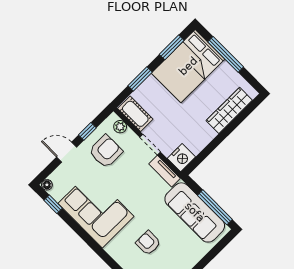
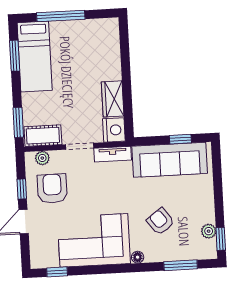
bed: (188, 66) -> (35, 57), width x0.67
window: (140, 79) -> (18, 122), moved
wardrobe: (229, 110) -> (113, 99), moved, width x0.67
floor lamp: (47, 185) -> (138, 257), moved
window: (215, 207) -> (180, 139), width x0.46
armchair: (148, 243) -> (160, 221), turned 53

